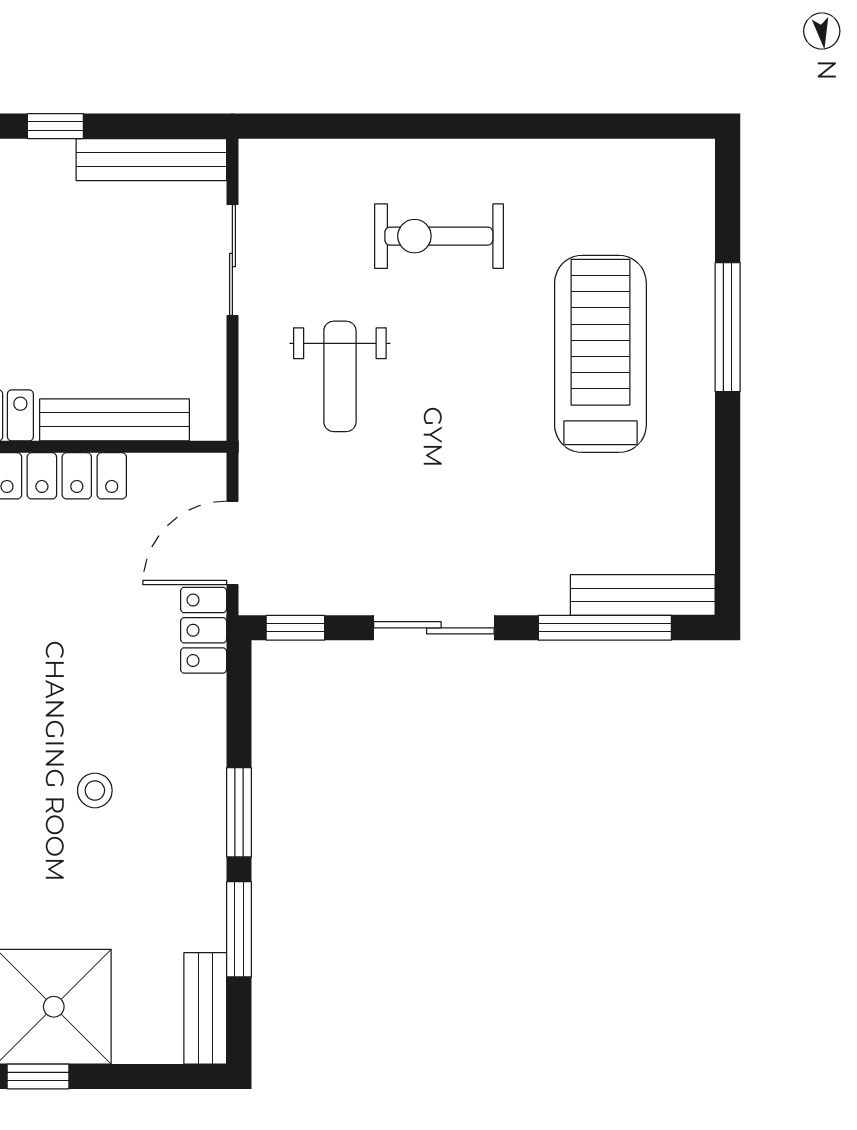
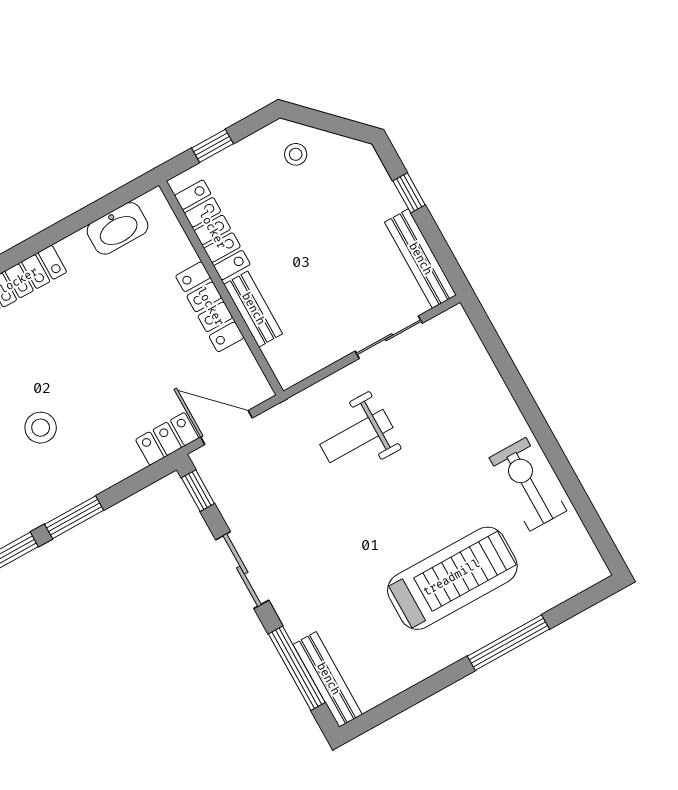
exercise bike: (439, 236) -> (528, 484), moved
bench: (115, 420) -> (253, 309), width x0.73
stool: (95, 790) -> (41, 428), width x1.37, depth x1.37

